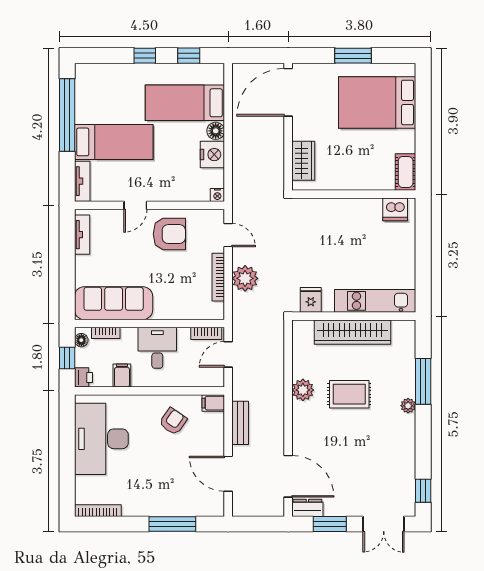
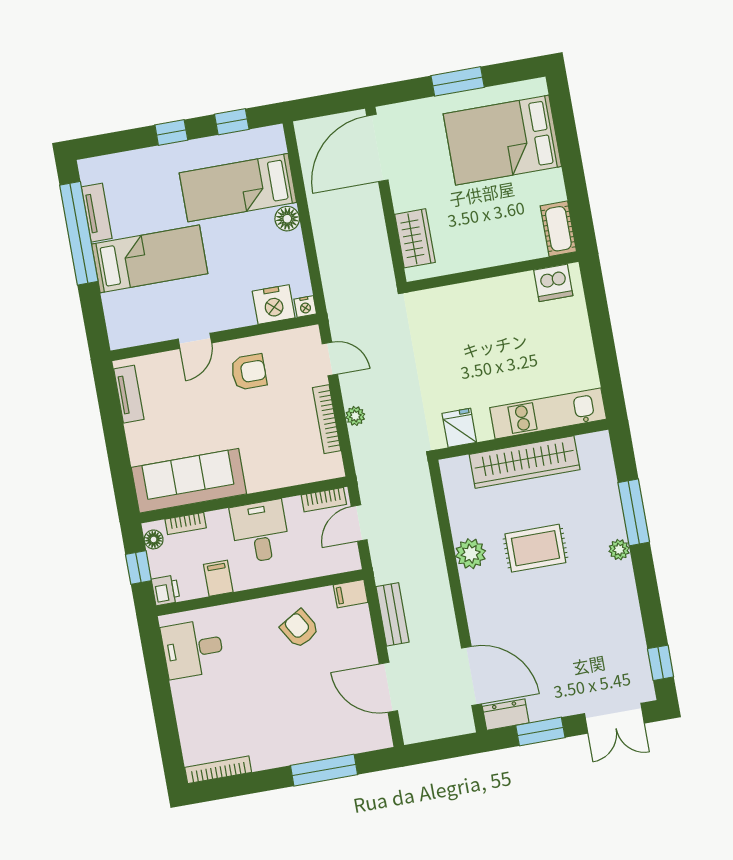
nightstand: (212, 155) -> (274, 305), moved, turned 90
tv unit: (82, 181) -> (97, 213), moved
armchair: (169, 234) -> (249, 372), width x0.72, depth x0.72
plant: (245, 278) -> (355, 416), width x0.53, depth x0.53
armchair: (173, 421) -> (300, 629), turned -66
desk: (101, 439) -> (193, 649), width x0.53, depth x0.77

